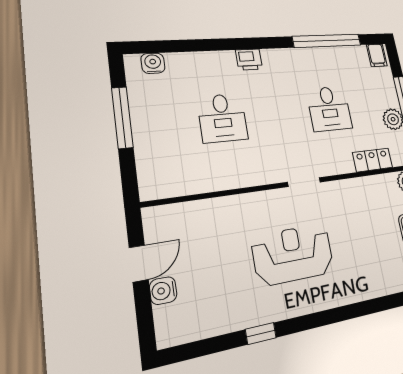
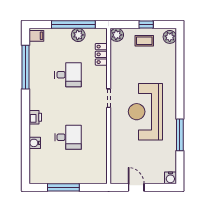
water cooler: (153, 63) -> (35, 143), moved
reception desk: (293, 254) -> (145, 112), width x1.36, depth x1.30
water cooler: (163, 291) -> (170, 178), moved
window: (261, 333) -> (180, 135), width x2.17

